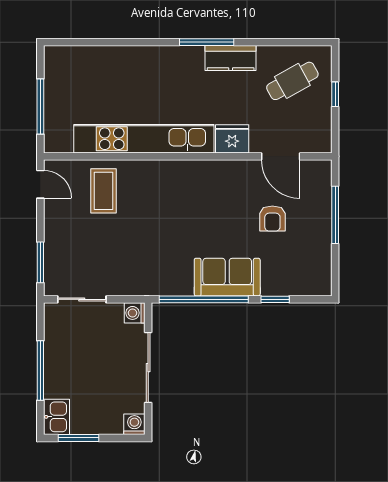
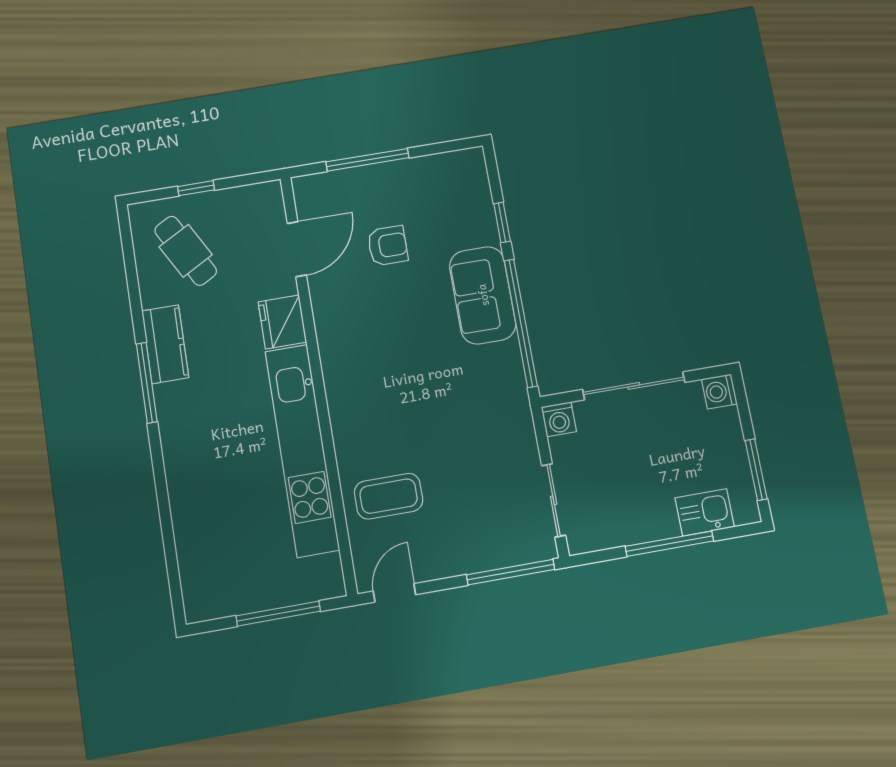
window: (40, 262) -> (510, 572), width x1.44
kitchen sink: (57, 417) -> (705, 512), moved

